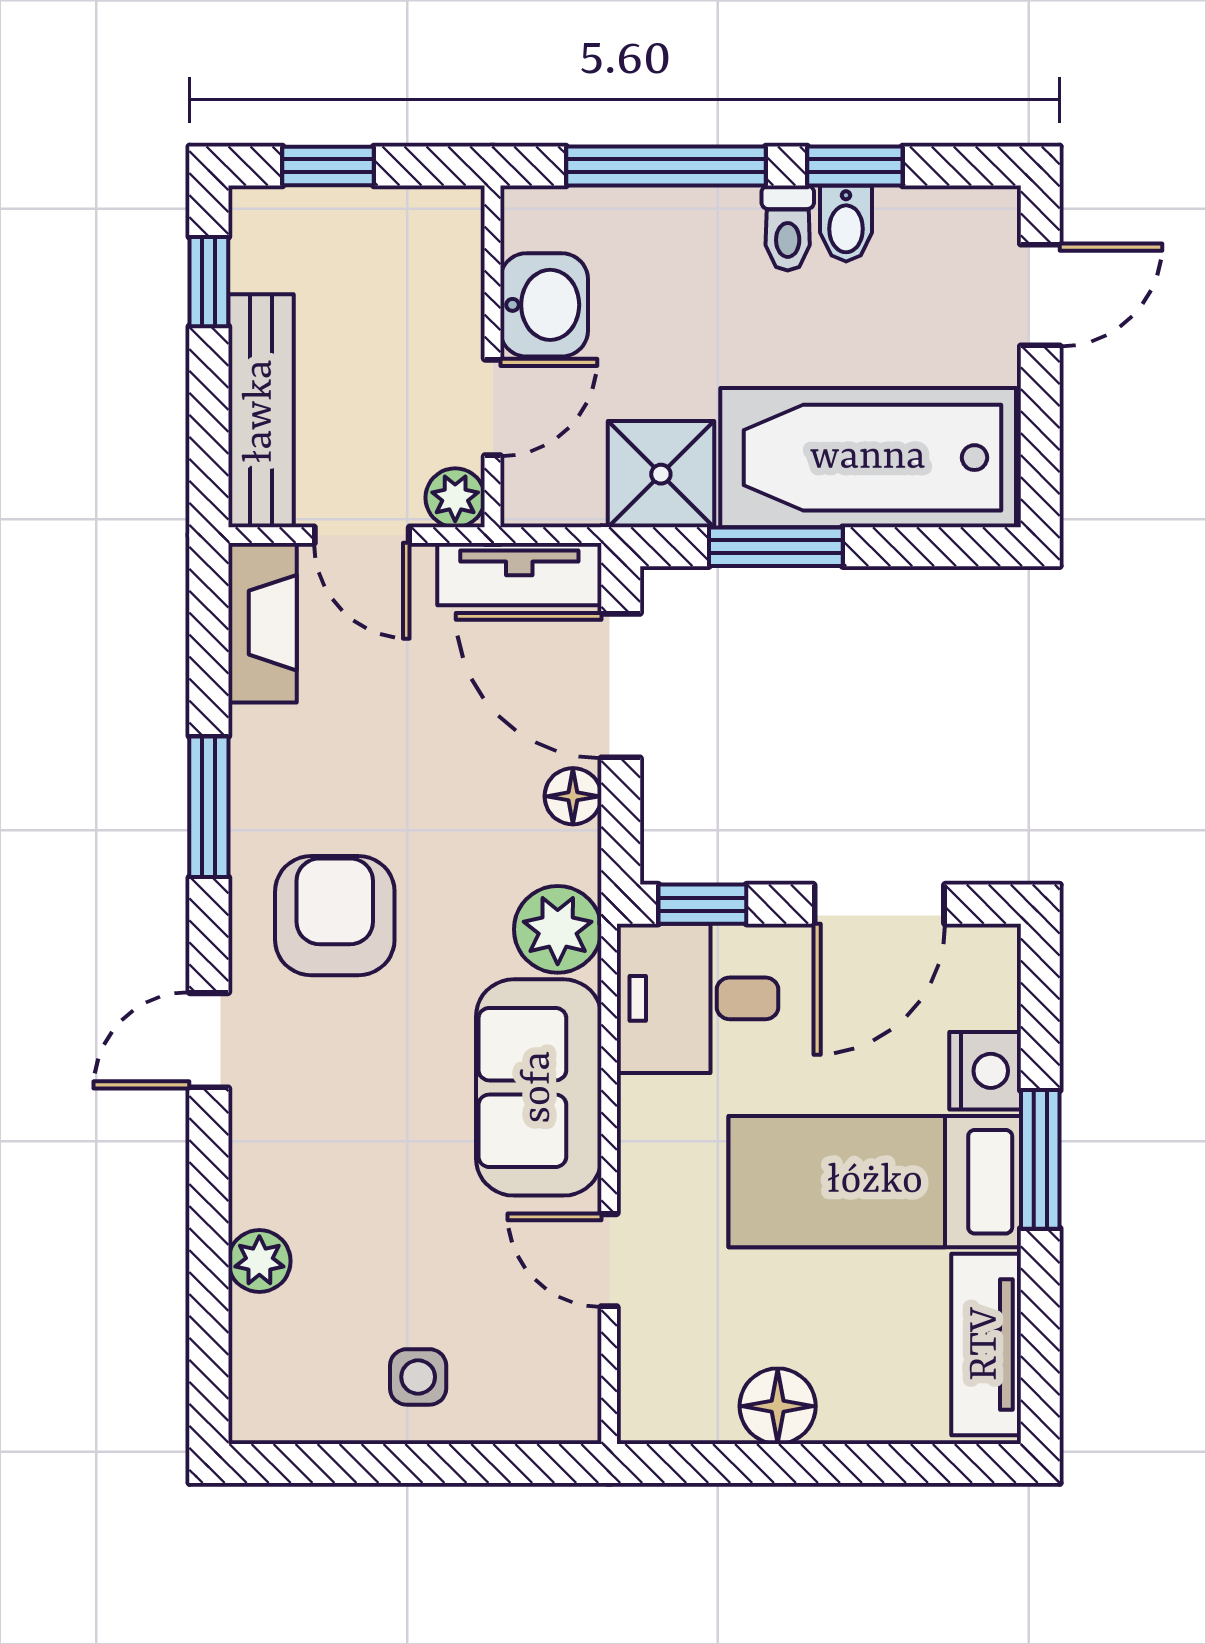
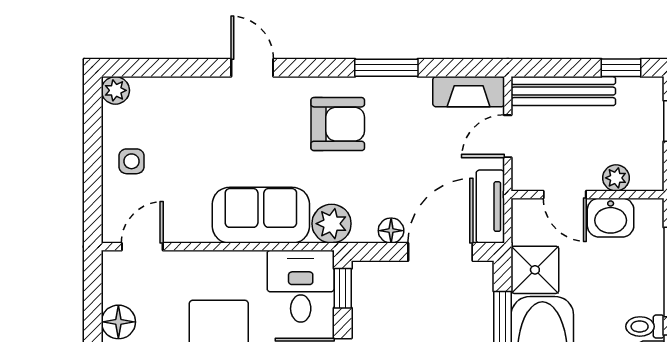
plant: (455, 498) -> (616, 178), moved
door: (209, 1040) -> (252, 68), moved
door: (609, 1260) -> (142, 247), moved
plant: (259, 1261) -> (115, 90), moved

